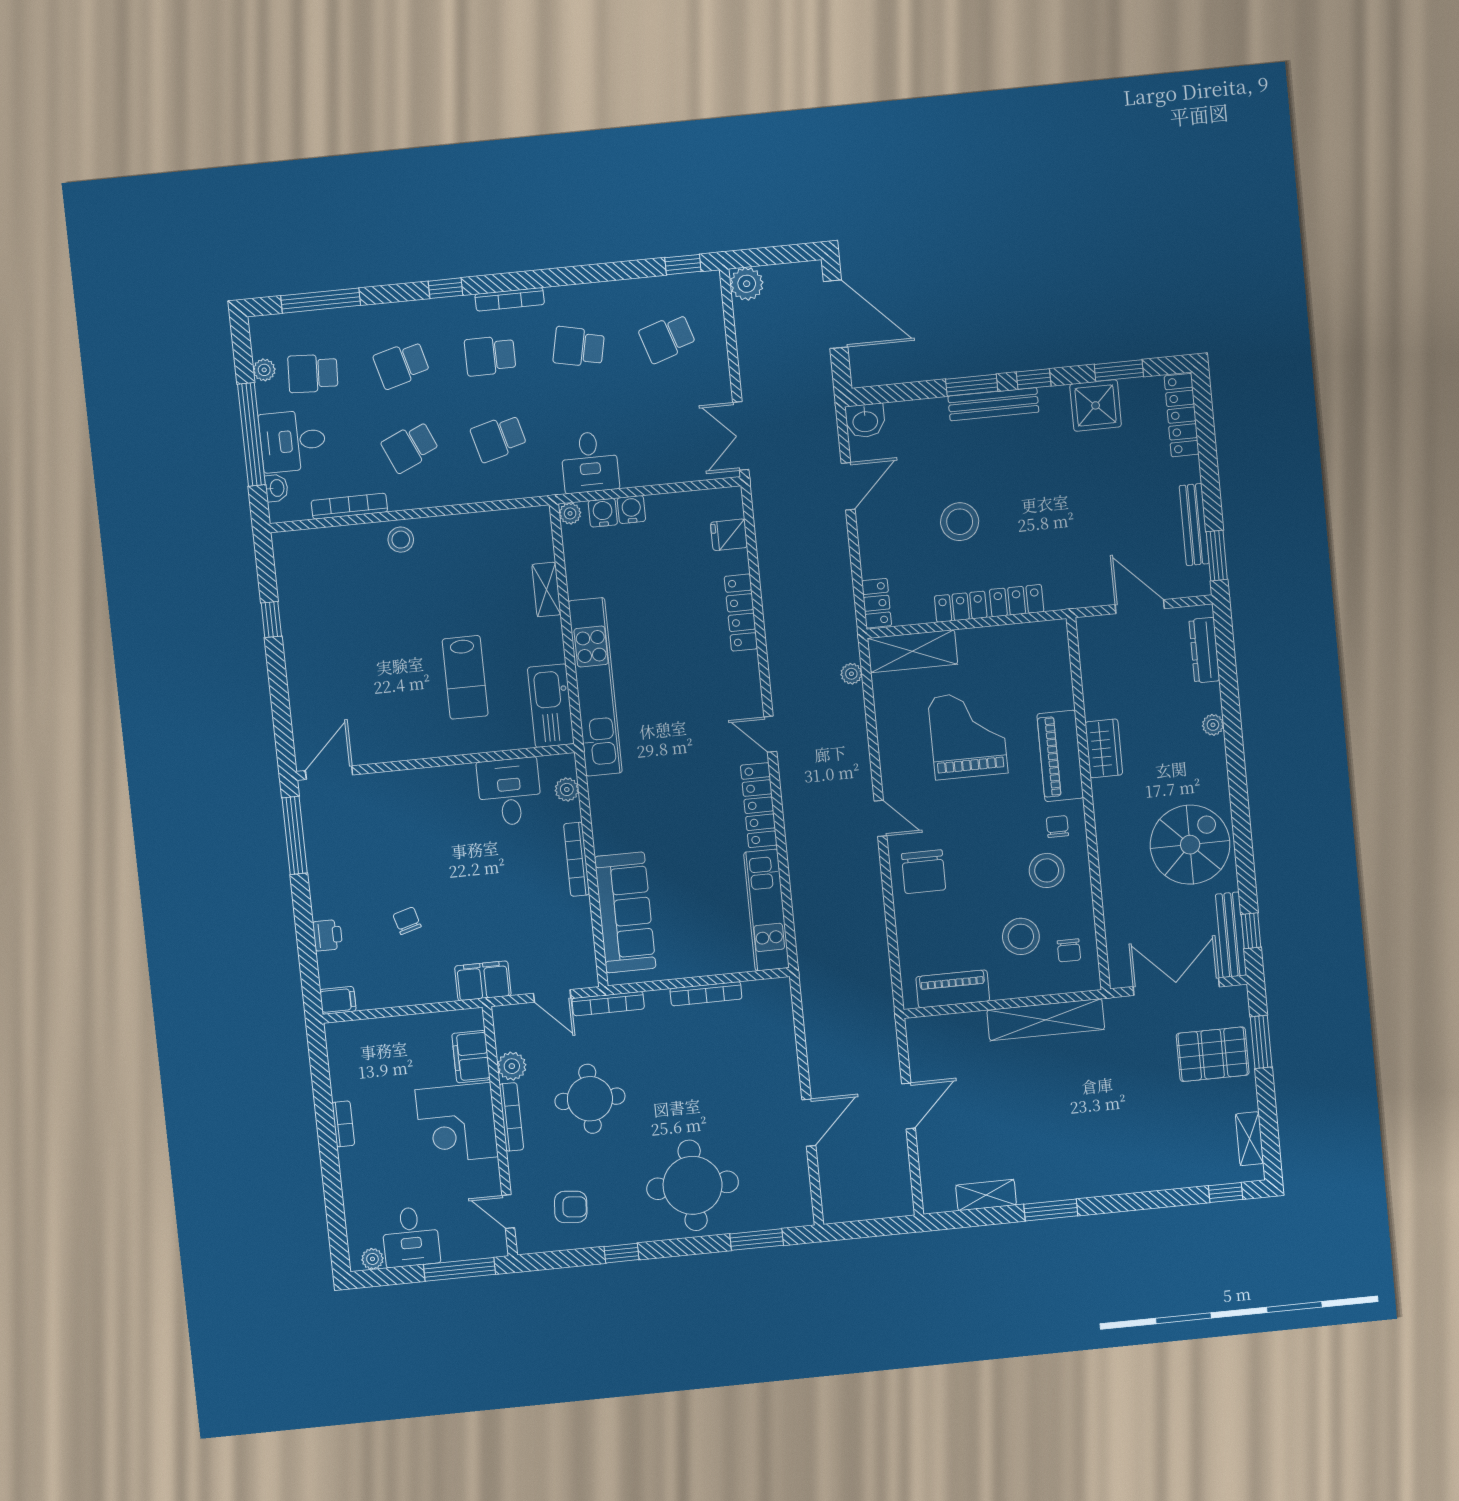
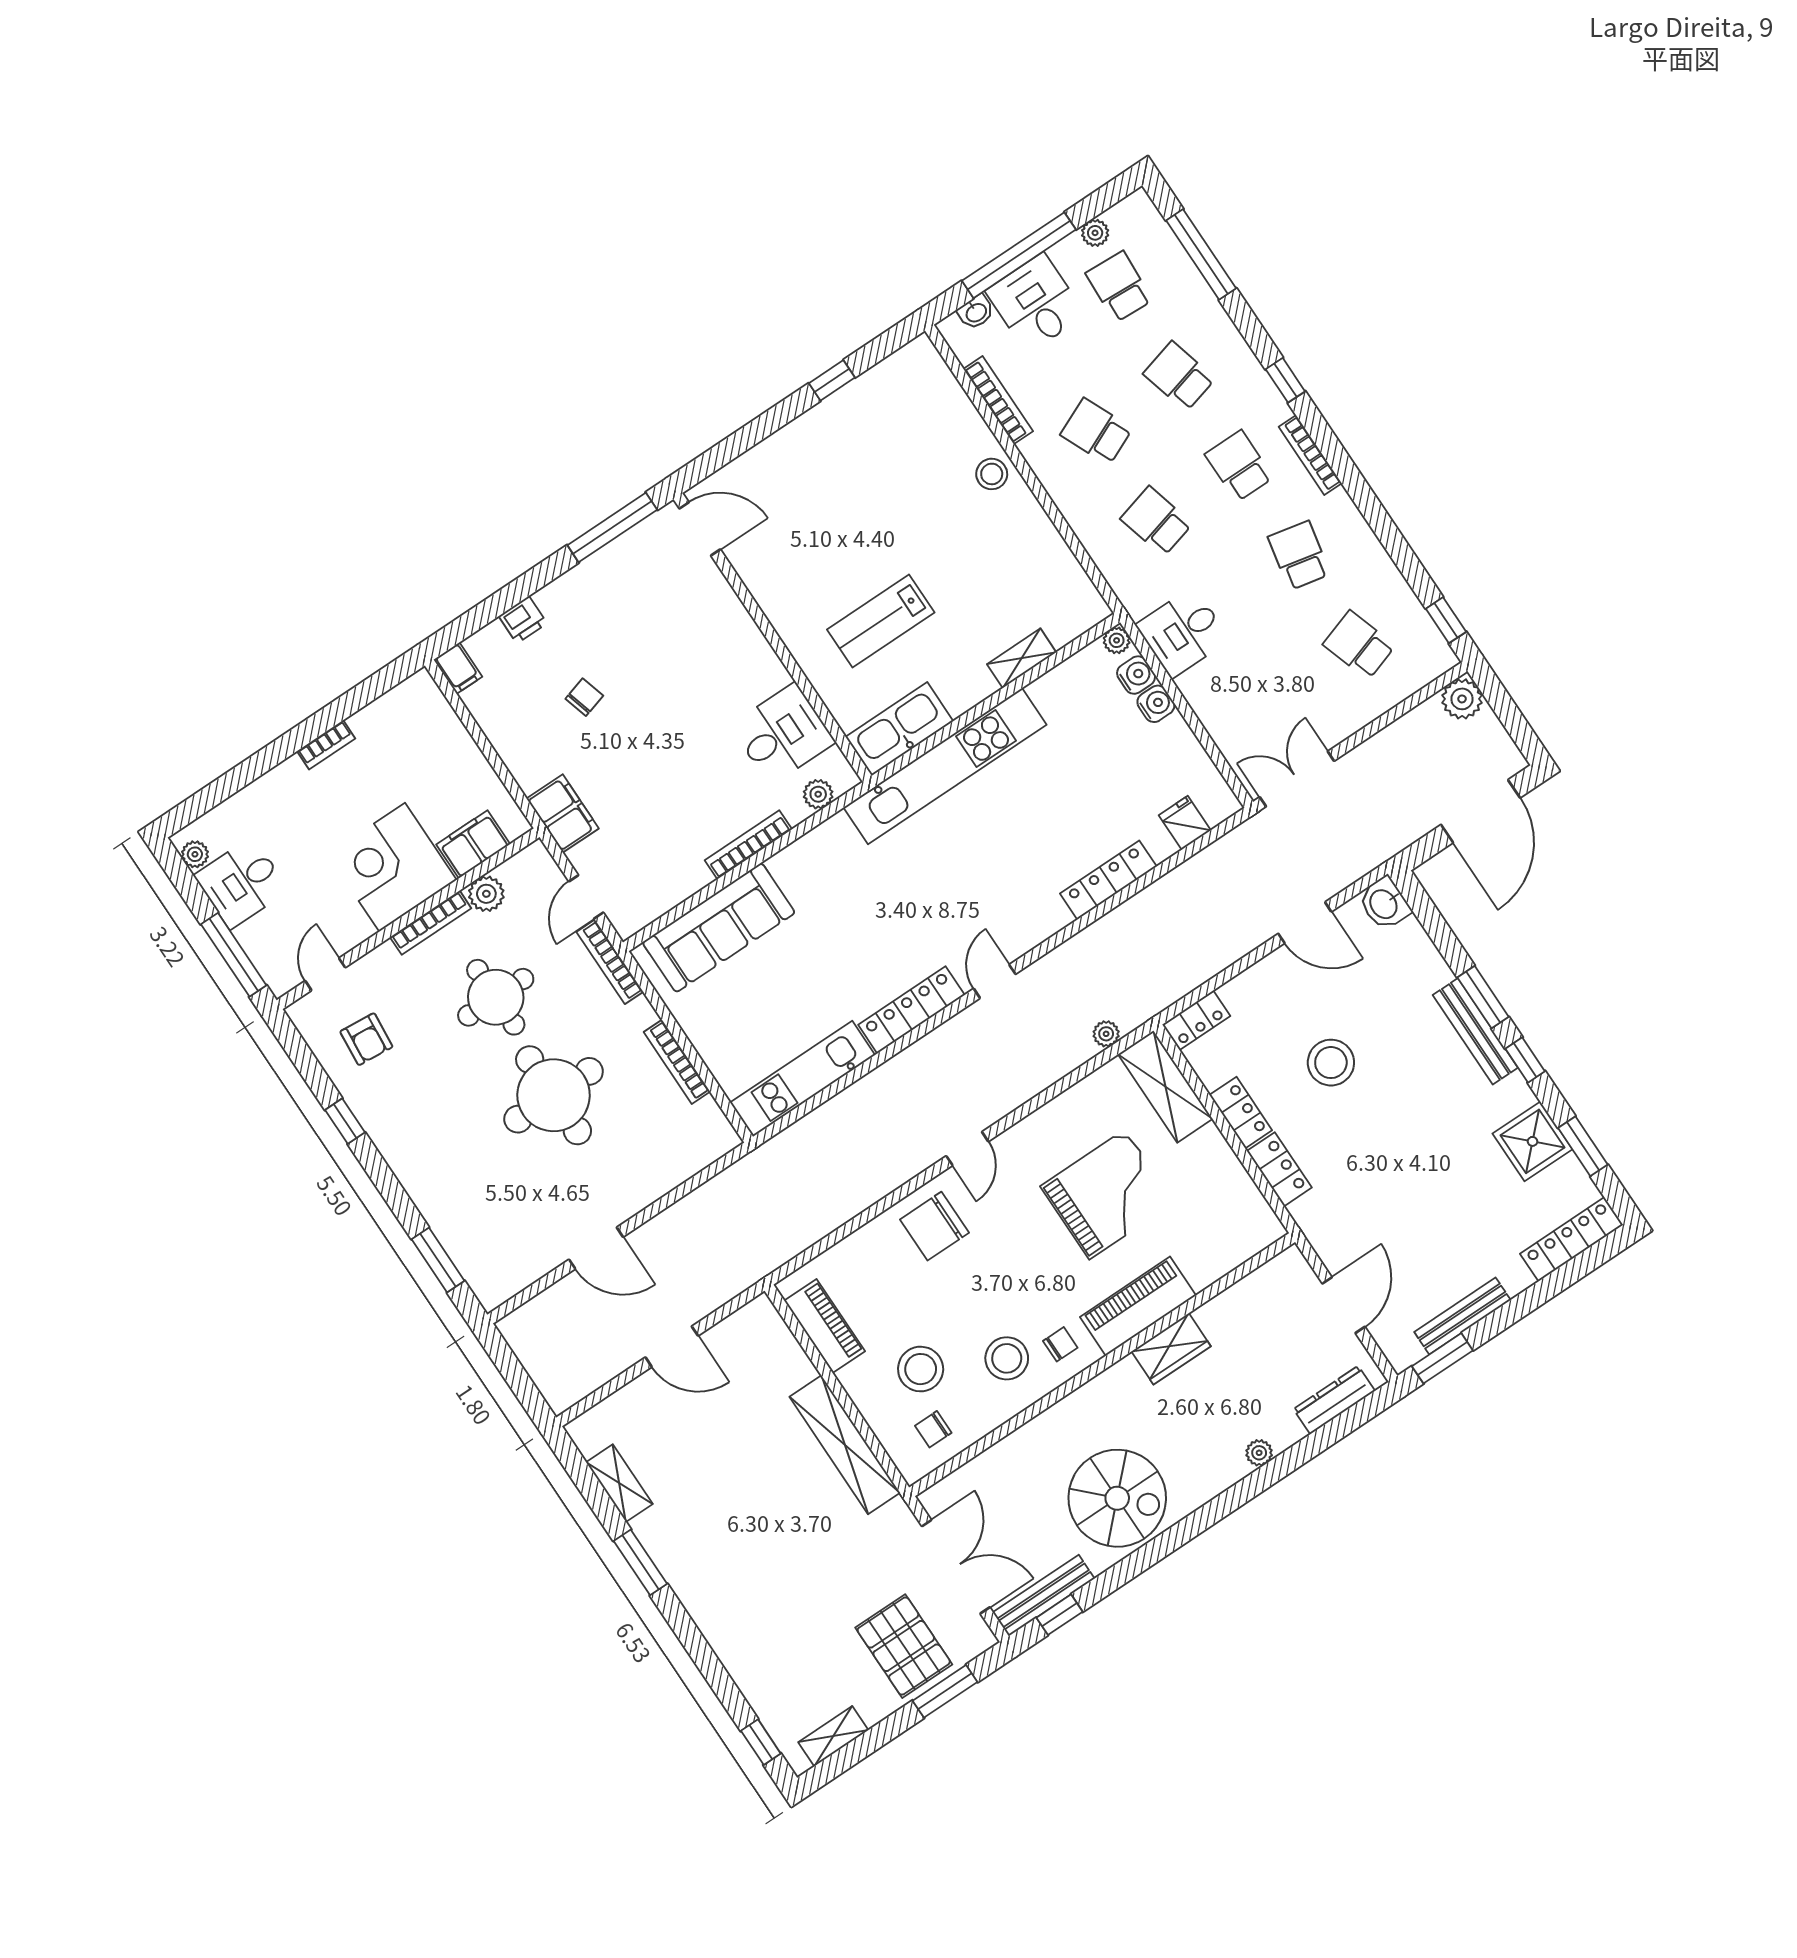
round table: (693, 1185) -> (554, 1095), moved

